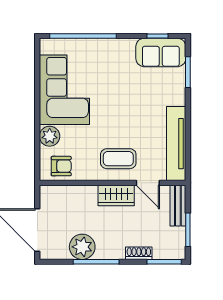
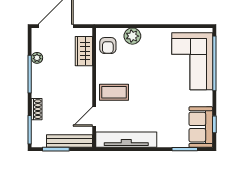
corner sofa: (64, 90) -> (192, 61), moved, turned 90
coffee table: (118, 159) -> (114, 92), turned 90
wardrobe: (116, 195) -> (84, 51), moved
bench: (178, 206) -> (69, 141), width x1.36
plant: (82, 247) -> (37, 58), width x0.53, depth x0.53

